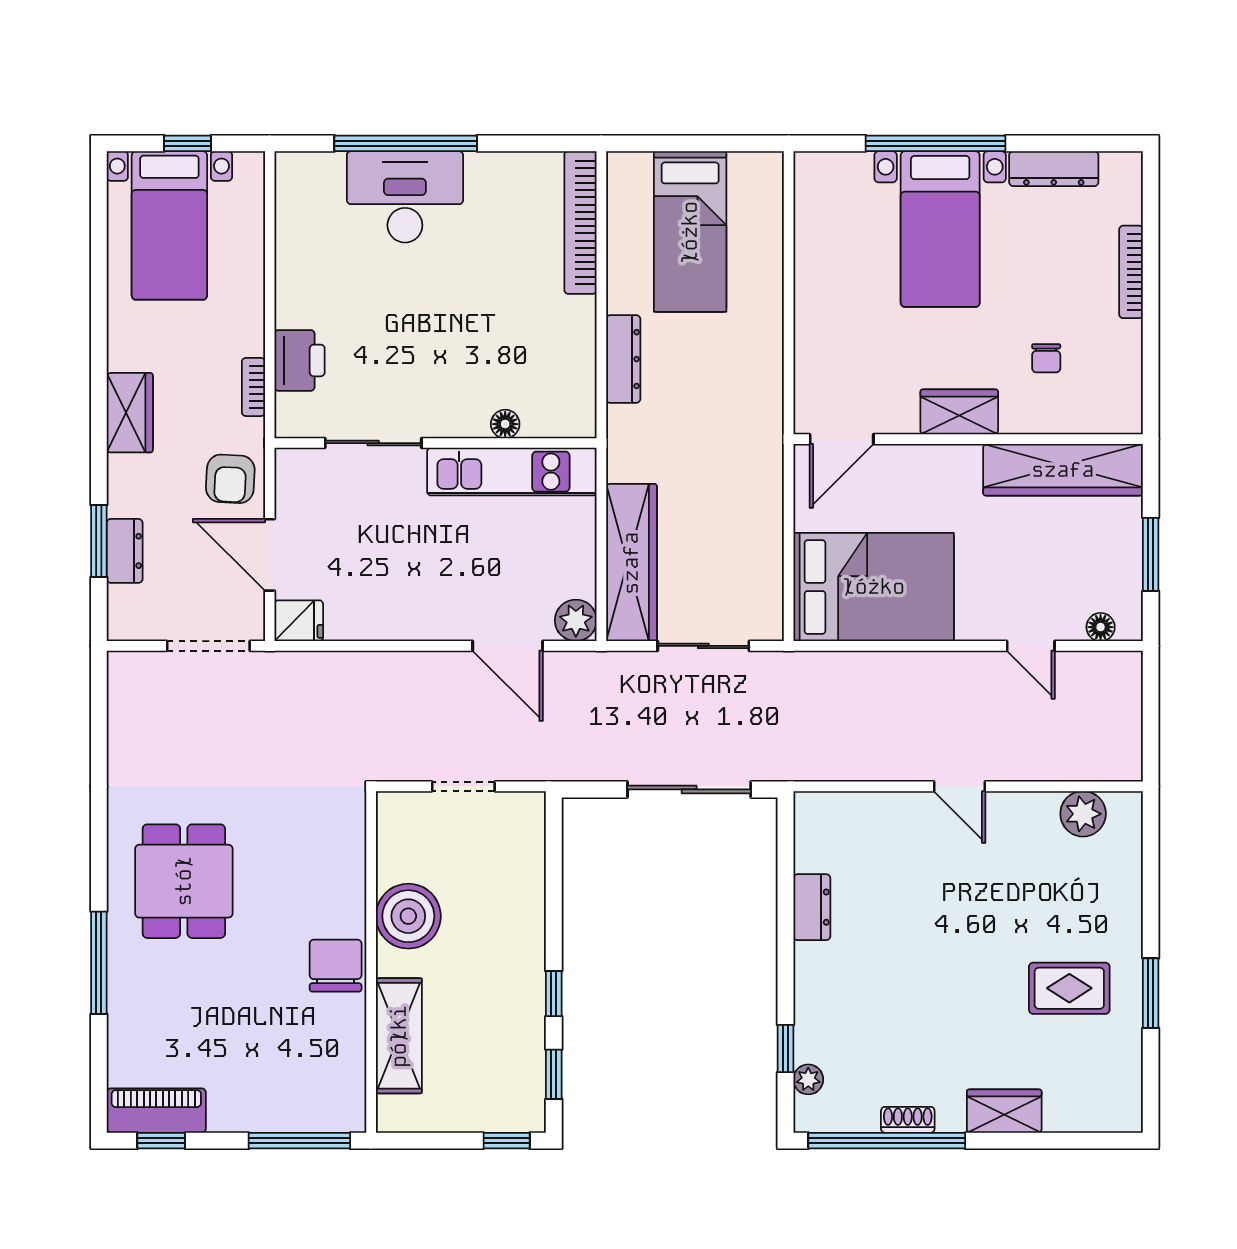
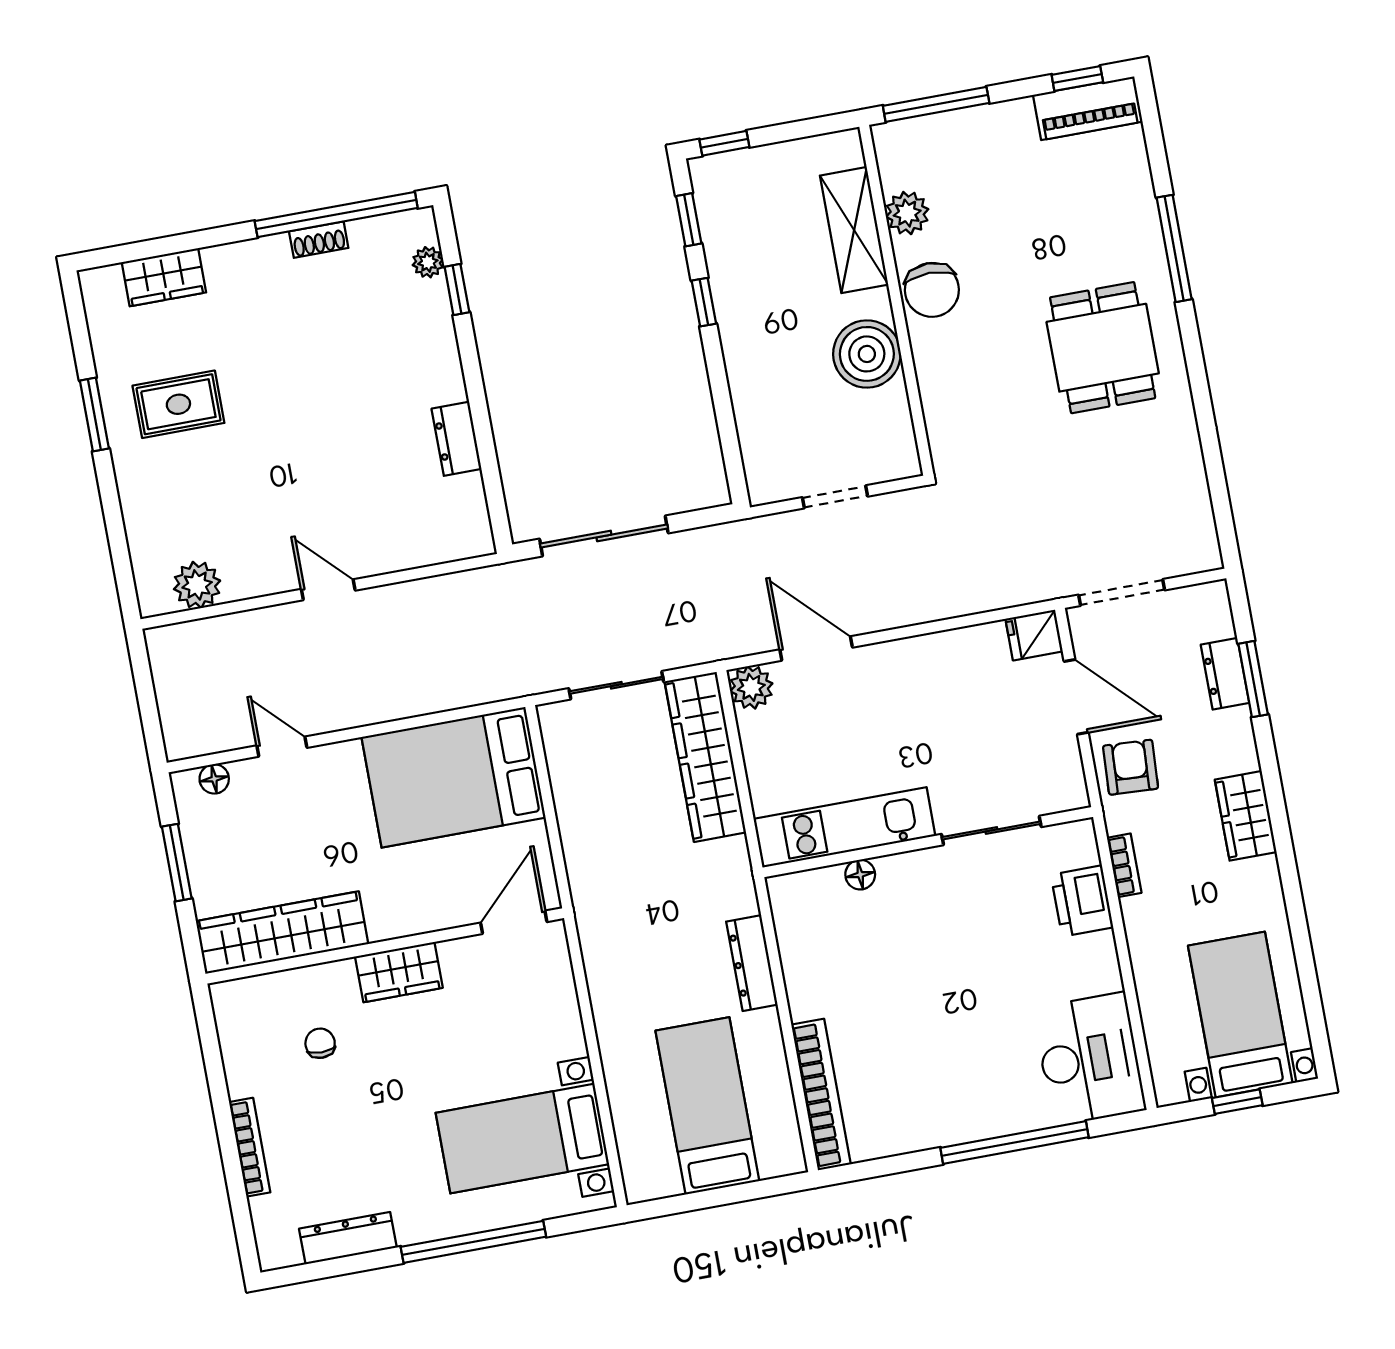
desk: (405, 197) -> (1089, 1059), moved, turned -90
bed with nightstands: (940, 229) -> (522, 1139), moved, turned -90
plant: (346, 1043) -> (907, 213), added
wardrobe: (1004, 1111) -> (164, 277), moved

